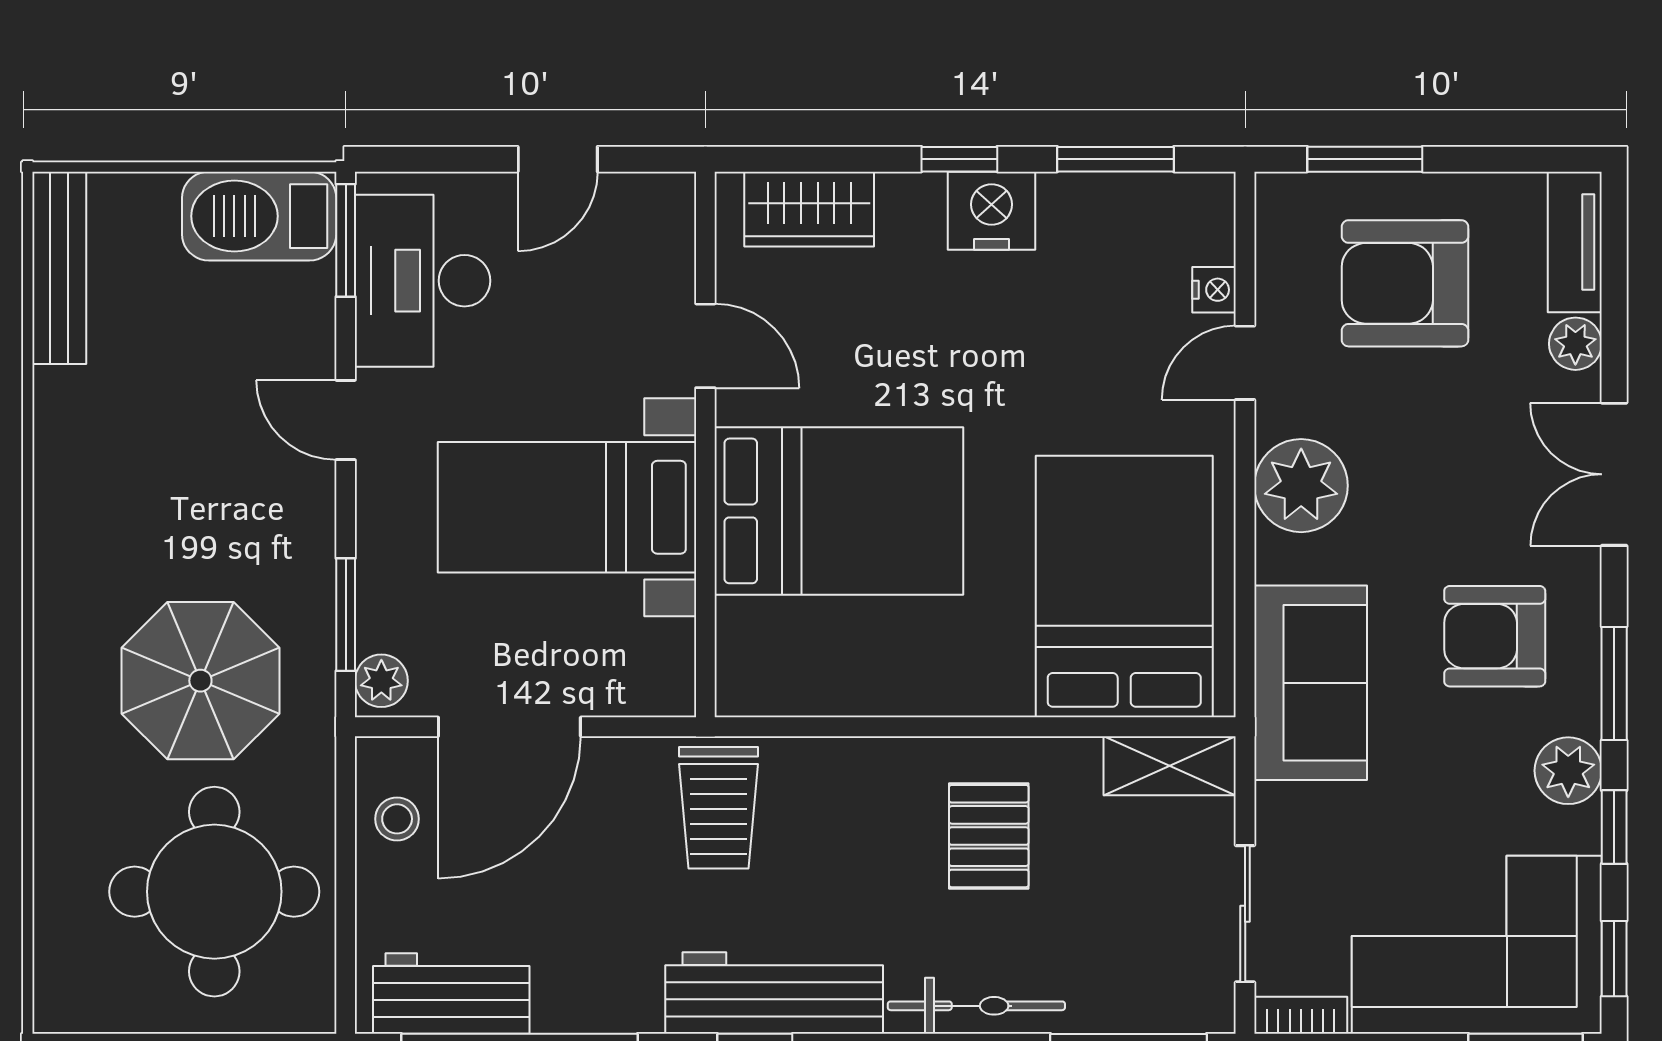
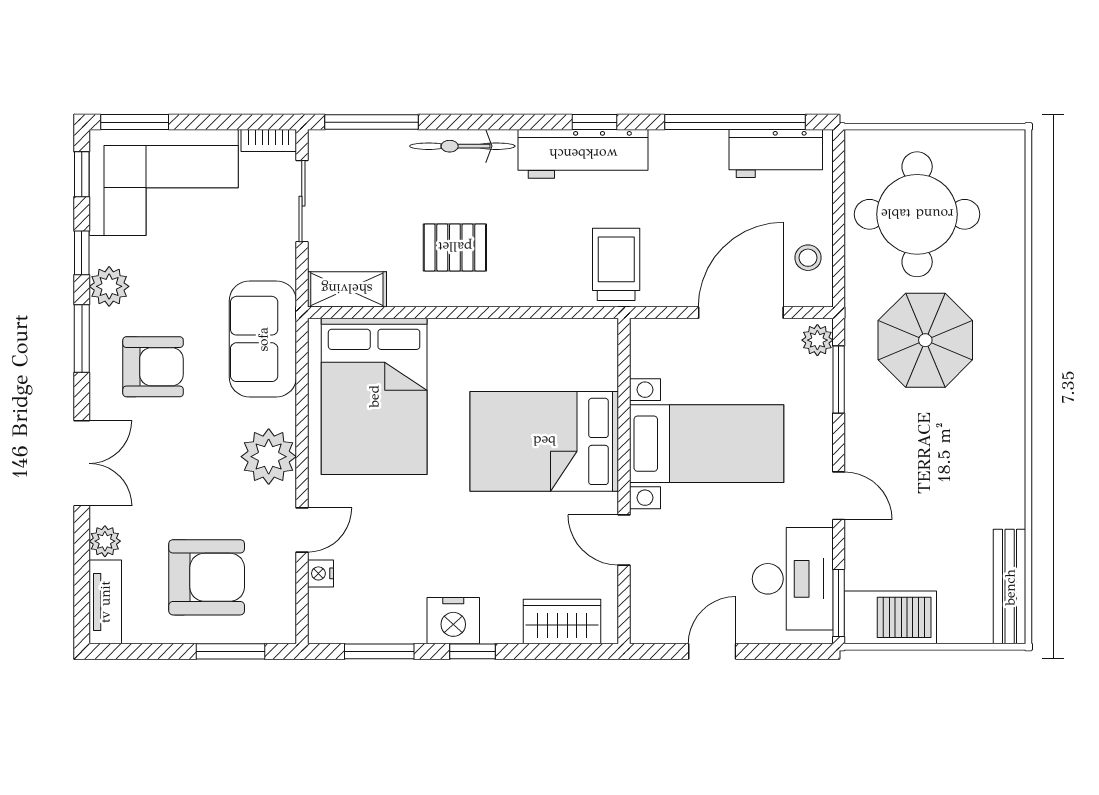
pallet: (989, 836) -> (455, 247), turned 90

